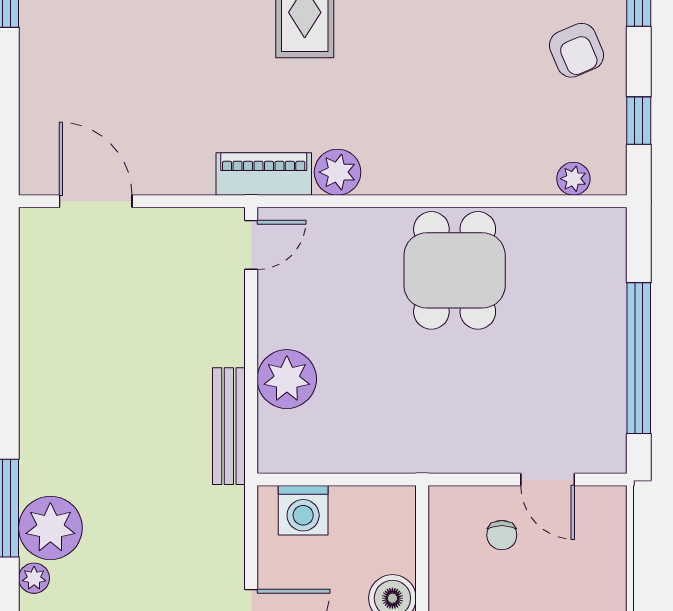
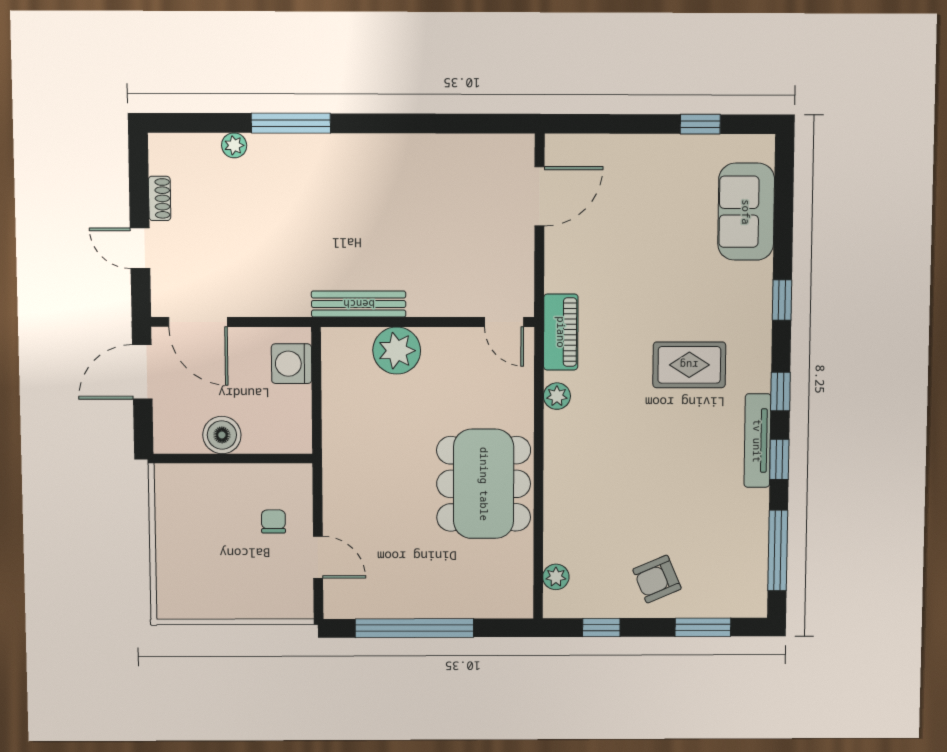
plant: (338, 172) -> (557, 396), width x0.73, depth x0.73
dining table: (455, 270) -> (484, 484), width x1.38
door: (548, 479) -> (318, 557), swing flipped
plant: (50, 528) -> (275, 159), removed
chair: (502, 535) -> (273, 521), turned 90

